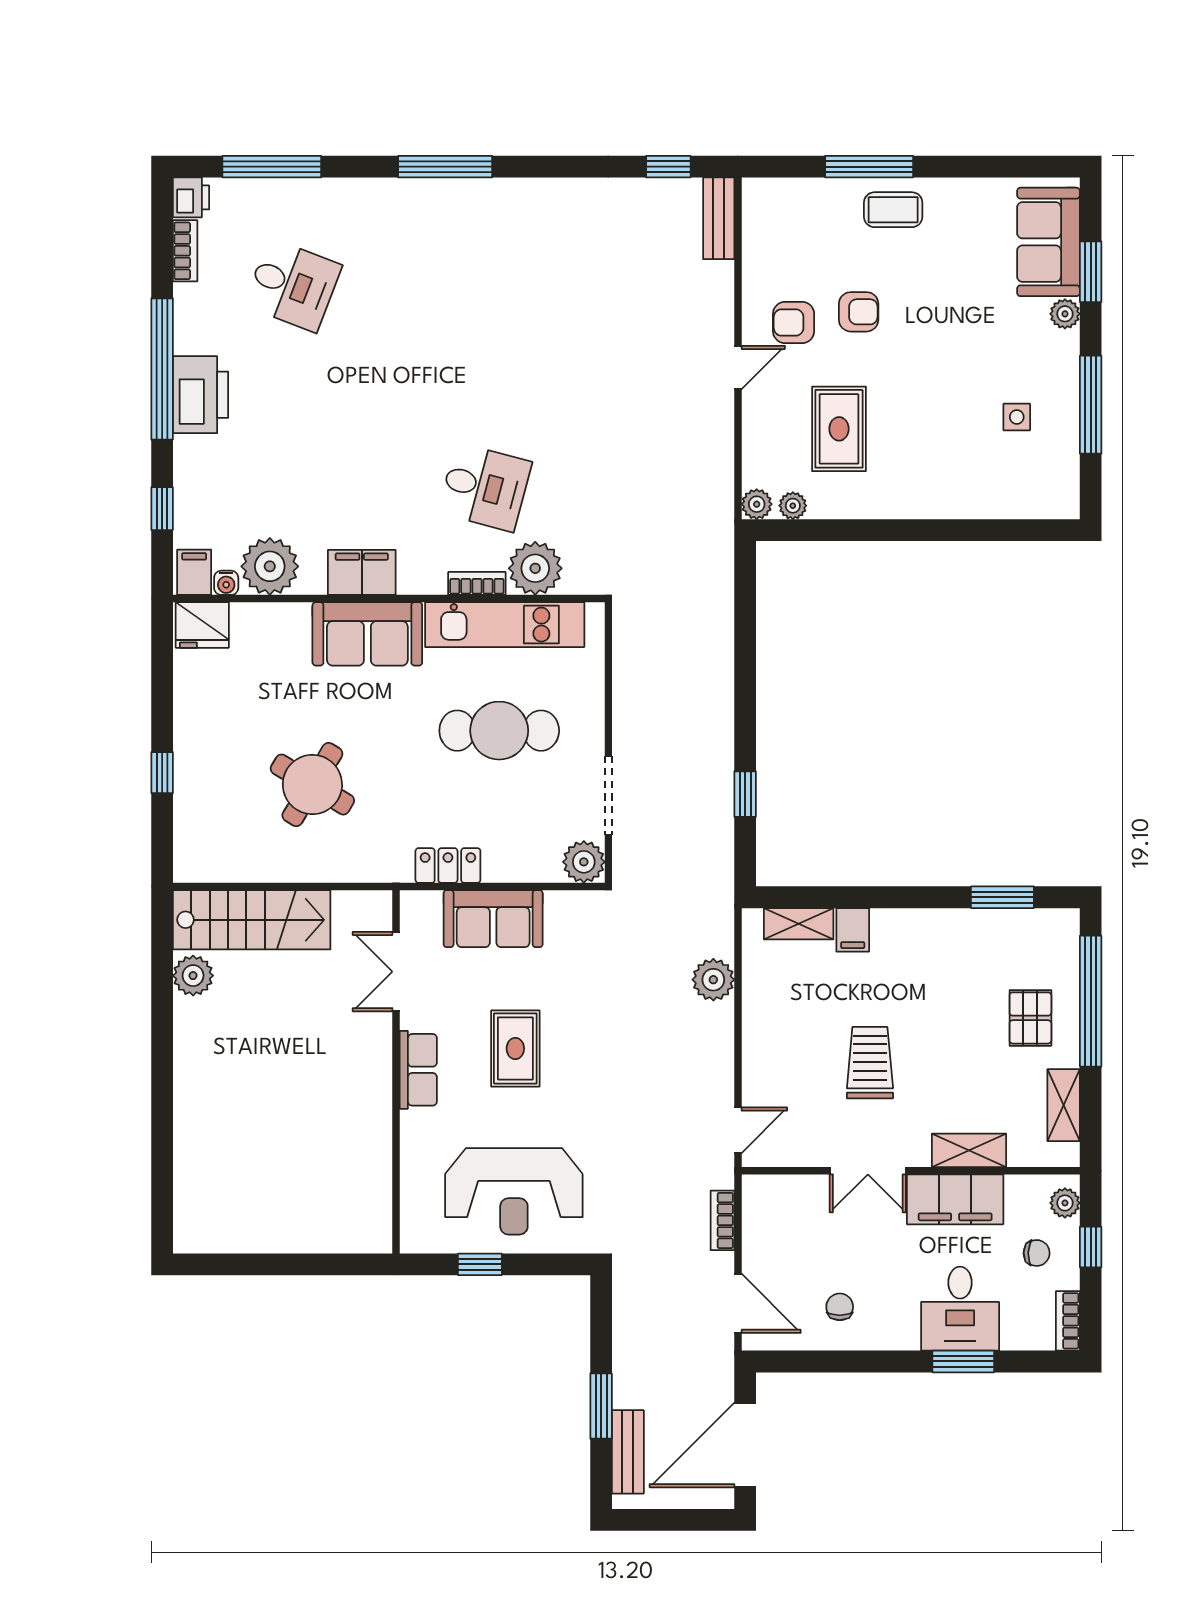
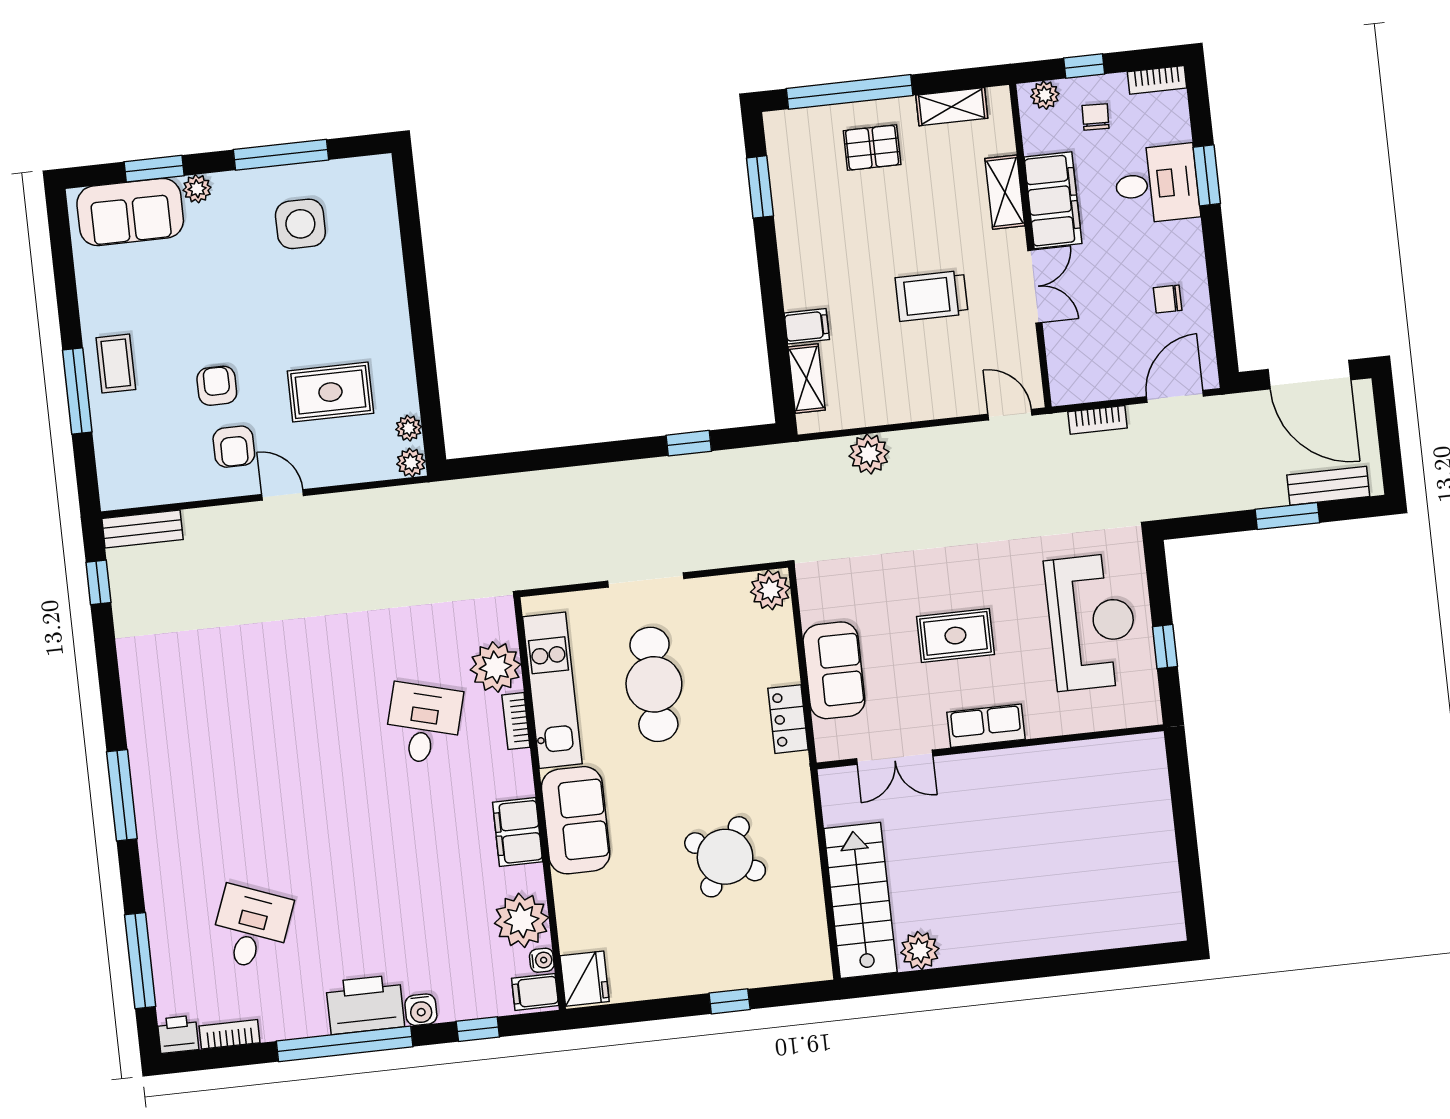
side table: (1017, 417) -> (300, 224), width x1.87, depth x1.87
water cooler: (189, 452) -> (421, 1010), added
doorway: (608, 795) -> (646, 580), moved

